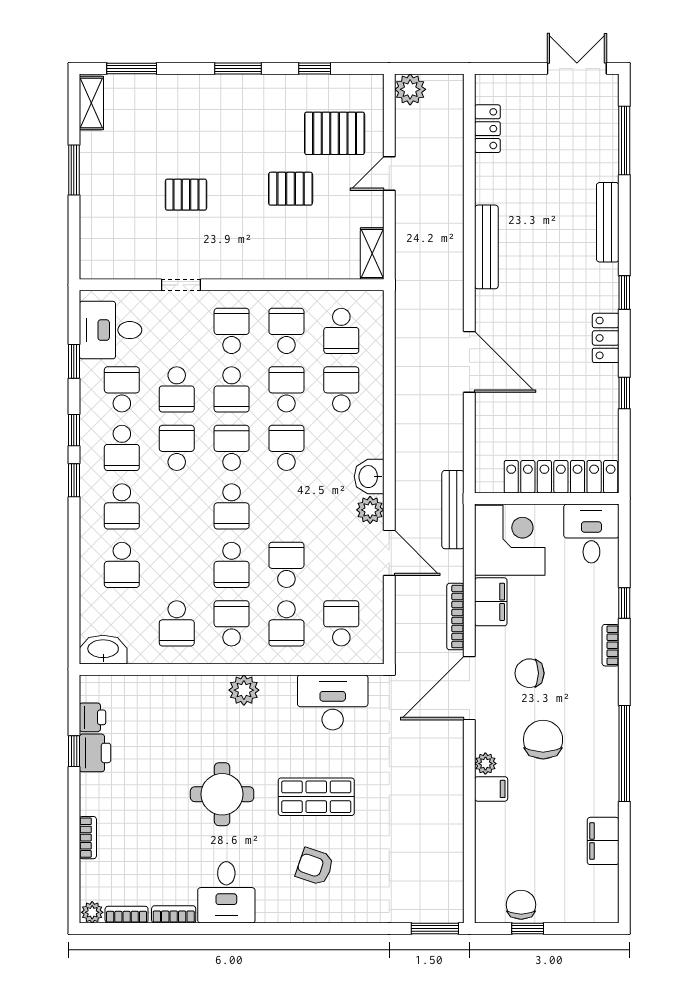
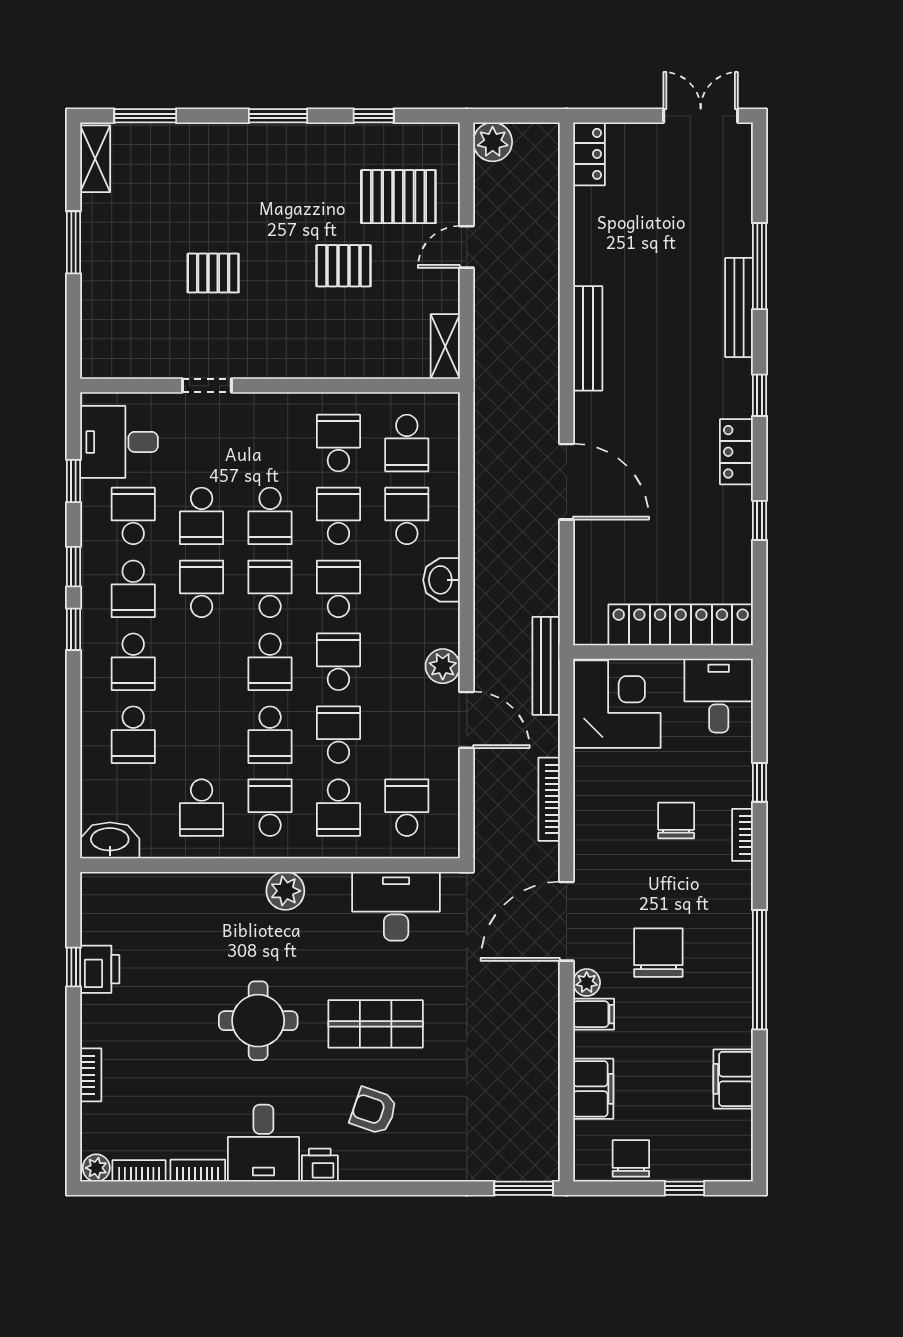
locker: (487, 129) -> (589, 154), moved
window: (624, 140) -> (760, 266), moved
school desk: (232, 331) -> (338, 662), moved
washbasin: (369, 477) -> (441, 580), moved
filing cabinet: (491, 602) -> (593, 1089), moved
chair: (529, 673) -> (676, 820), moved, turned 90
door: (469, 688) -> (566, 921), moved
printer: (92, 717) -> (320, 1165), moved, turned -90
window: (528, 929) -> (684, 1188), moved

